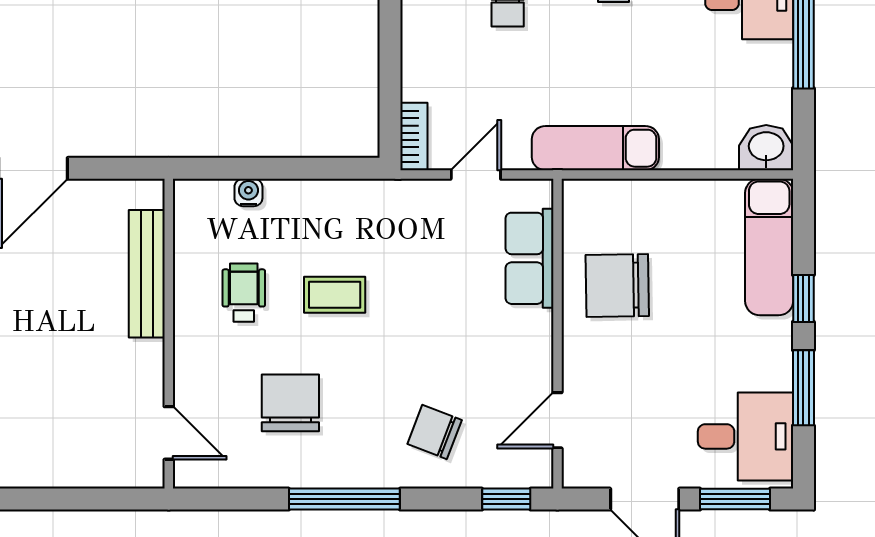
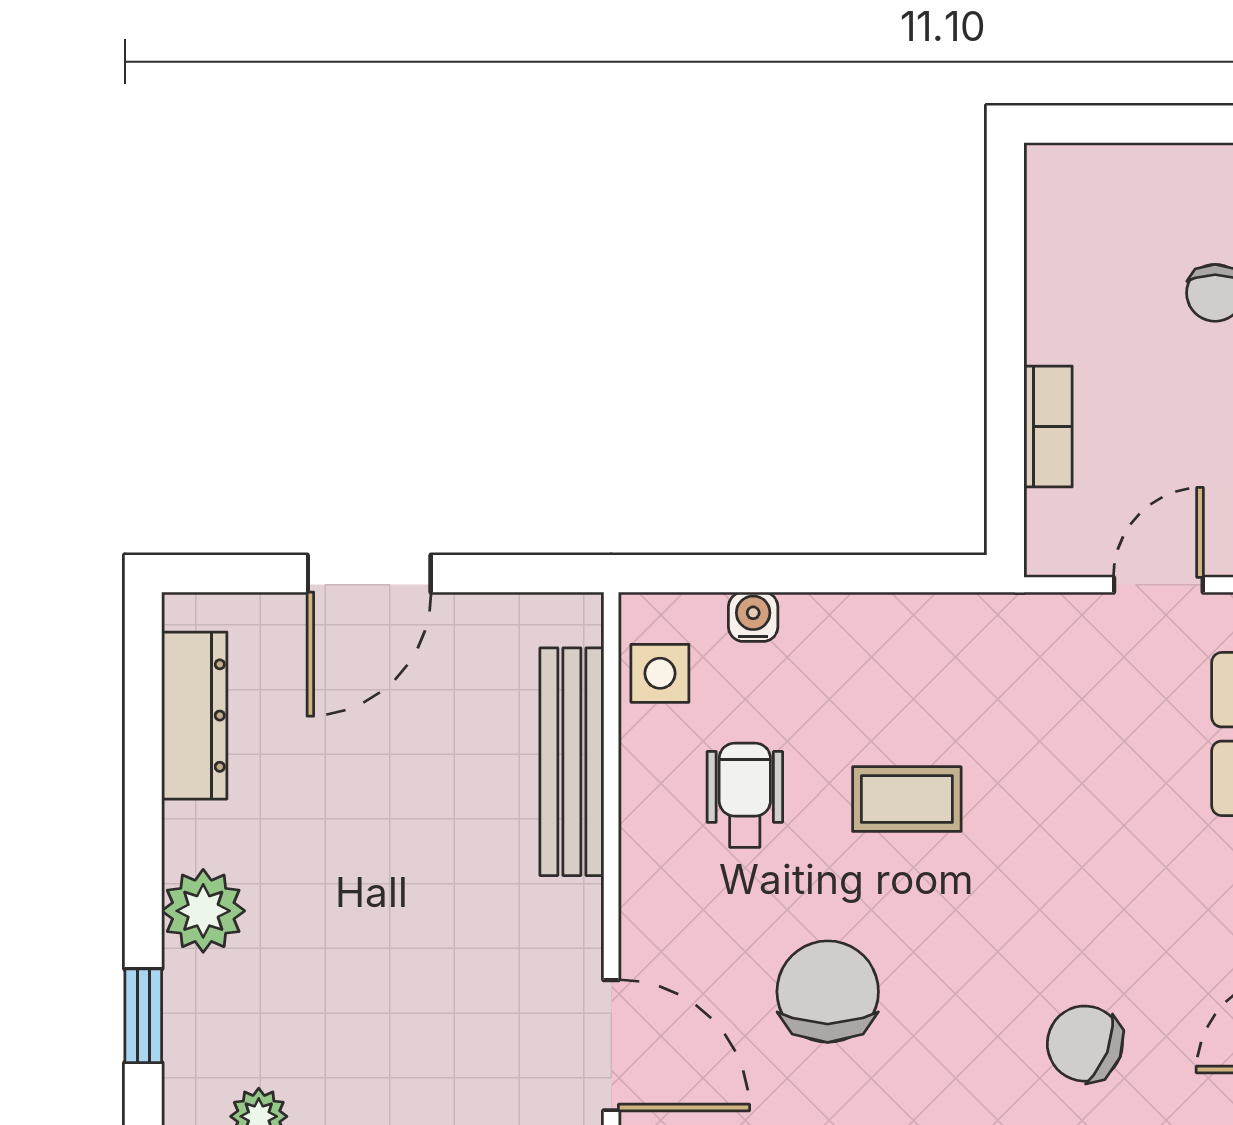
bookcase: (414, 136) -> (1048, 426), moved
side table: (196, 224) -> (660, 673), added
door: (169, 433) -> (611, 1045), width x1.38

